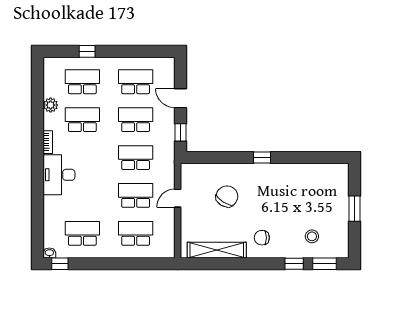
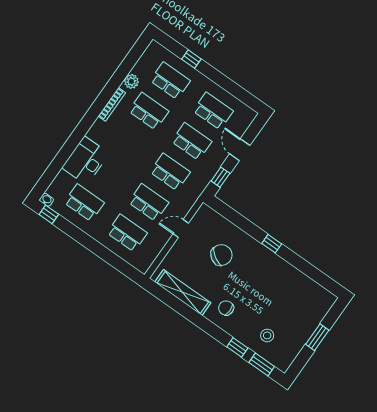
bookcase: (48, 142) -> (112, 104), width x1.56
desk: (59, 175) -> (86, 161), moved

